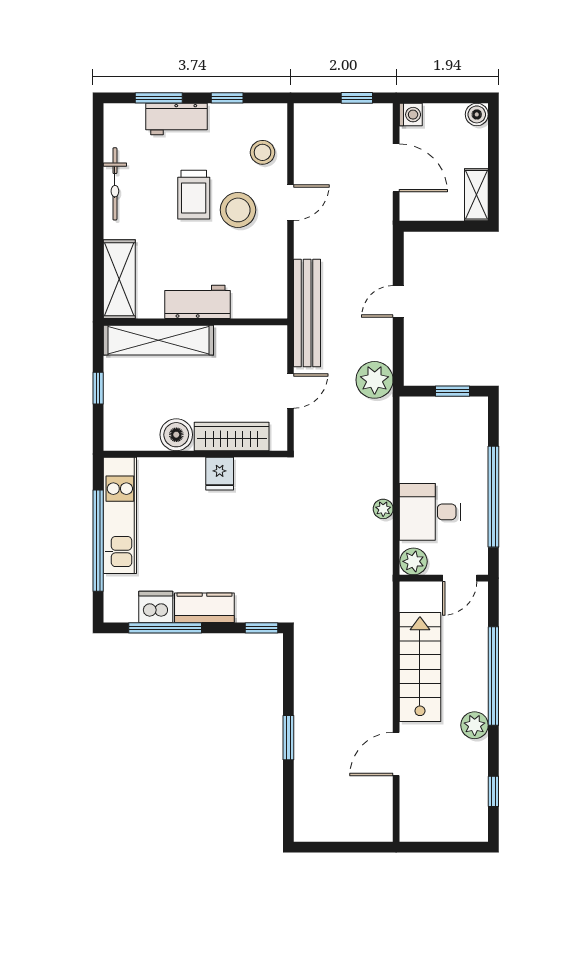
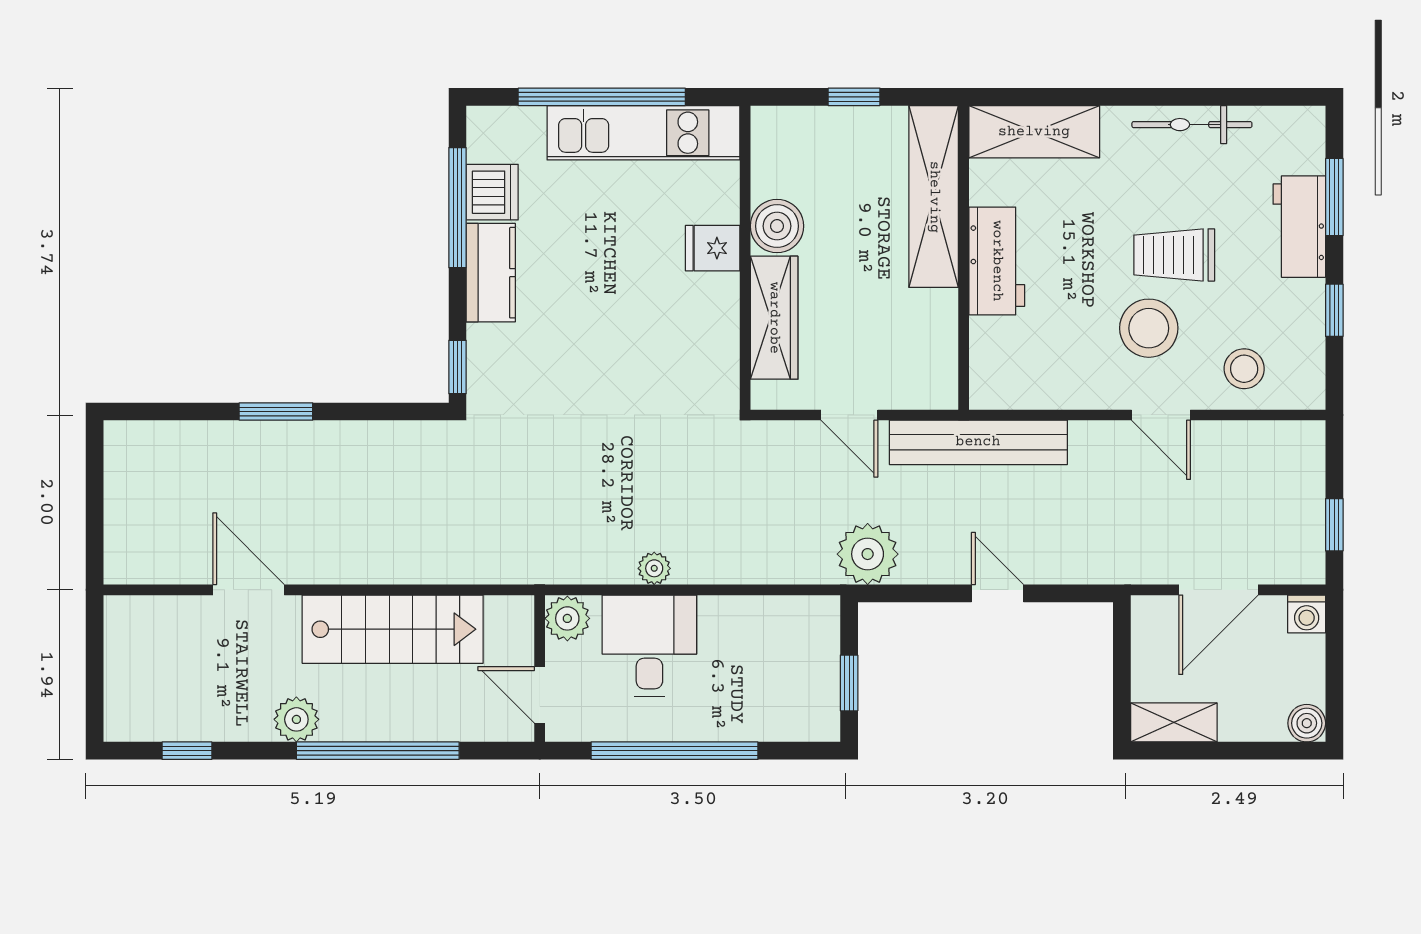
fridge: (220, 474) -> (713, 248), moved

